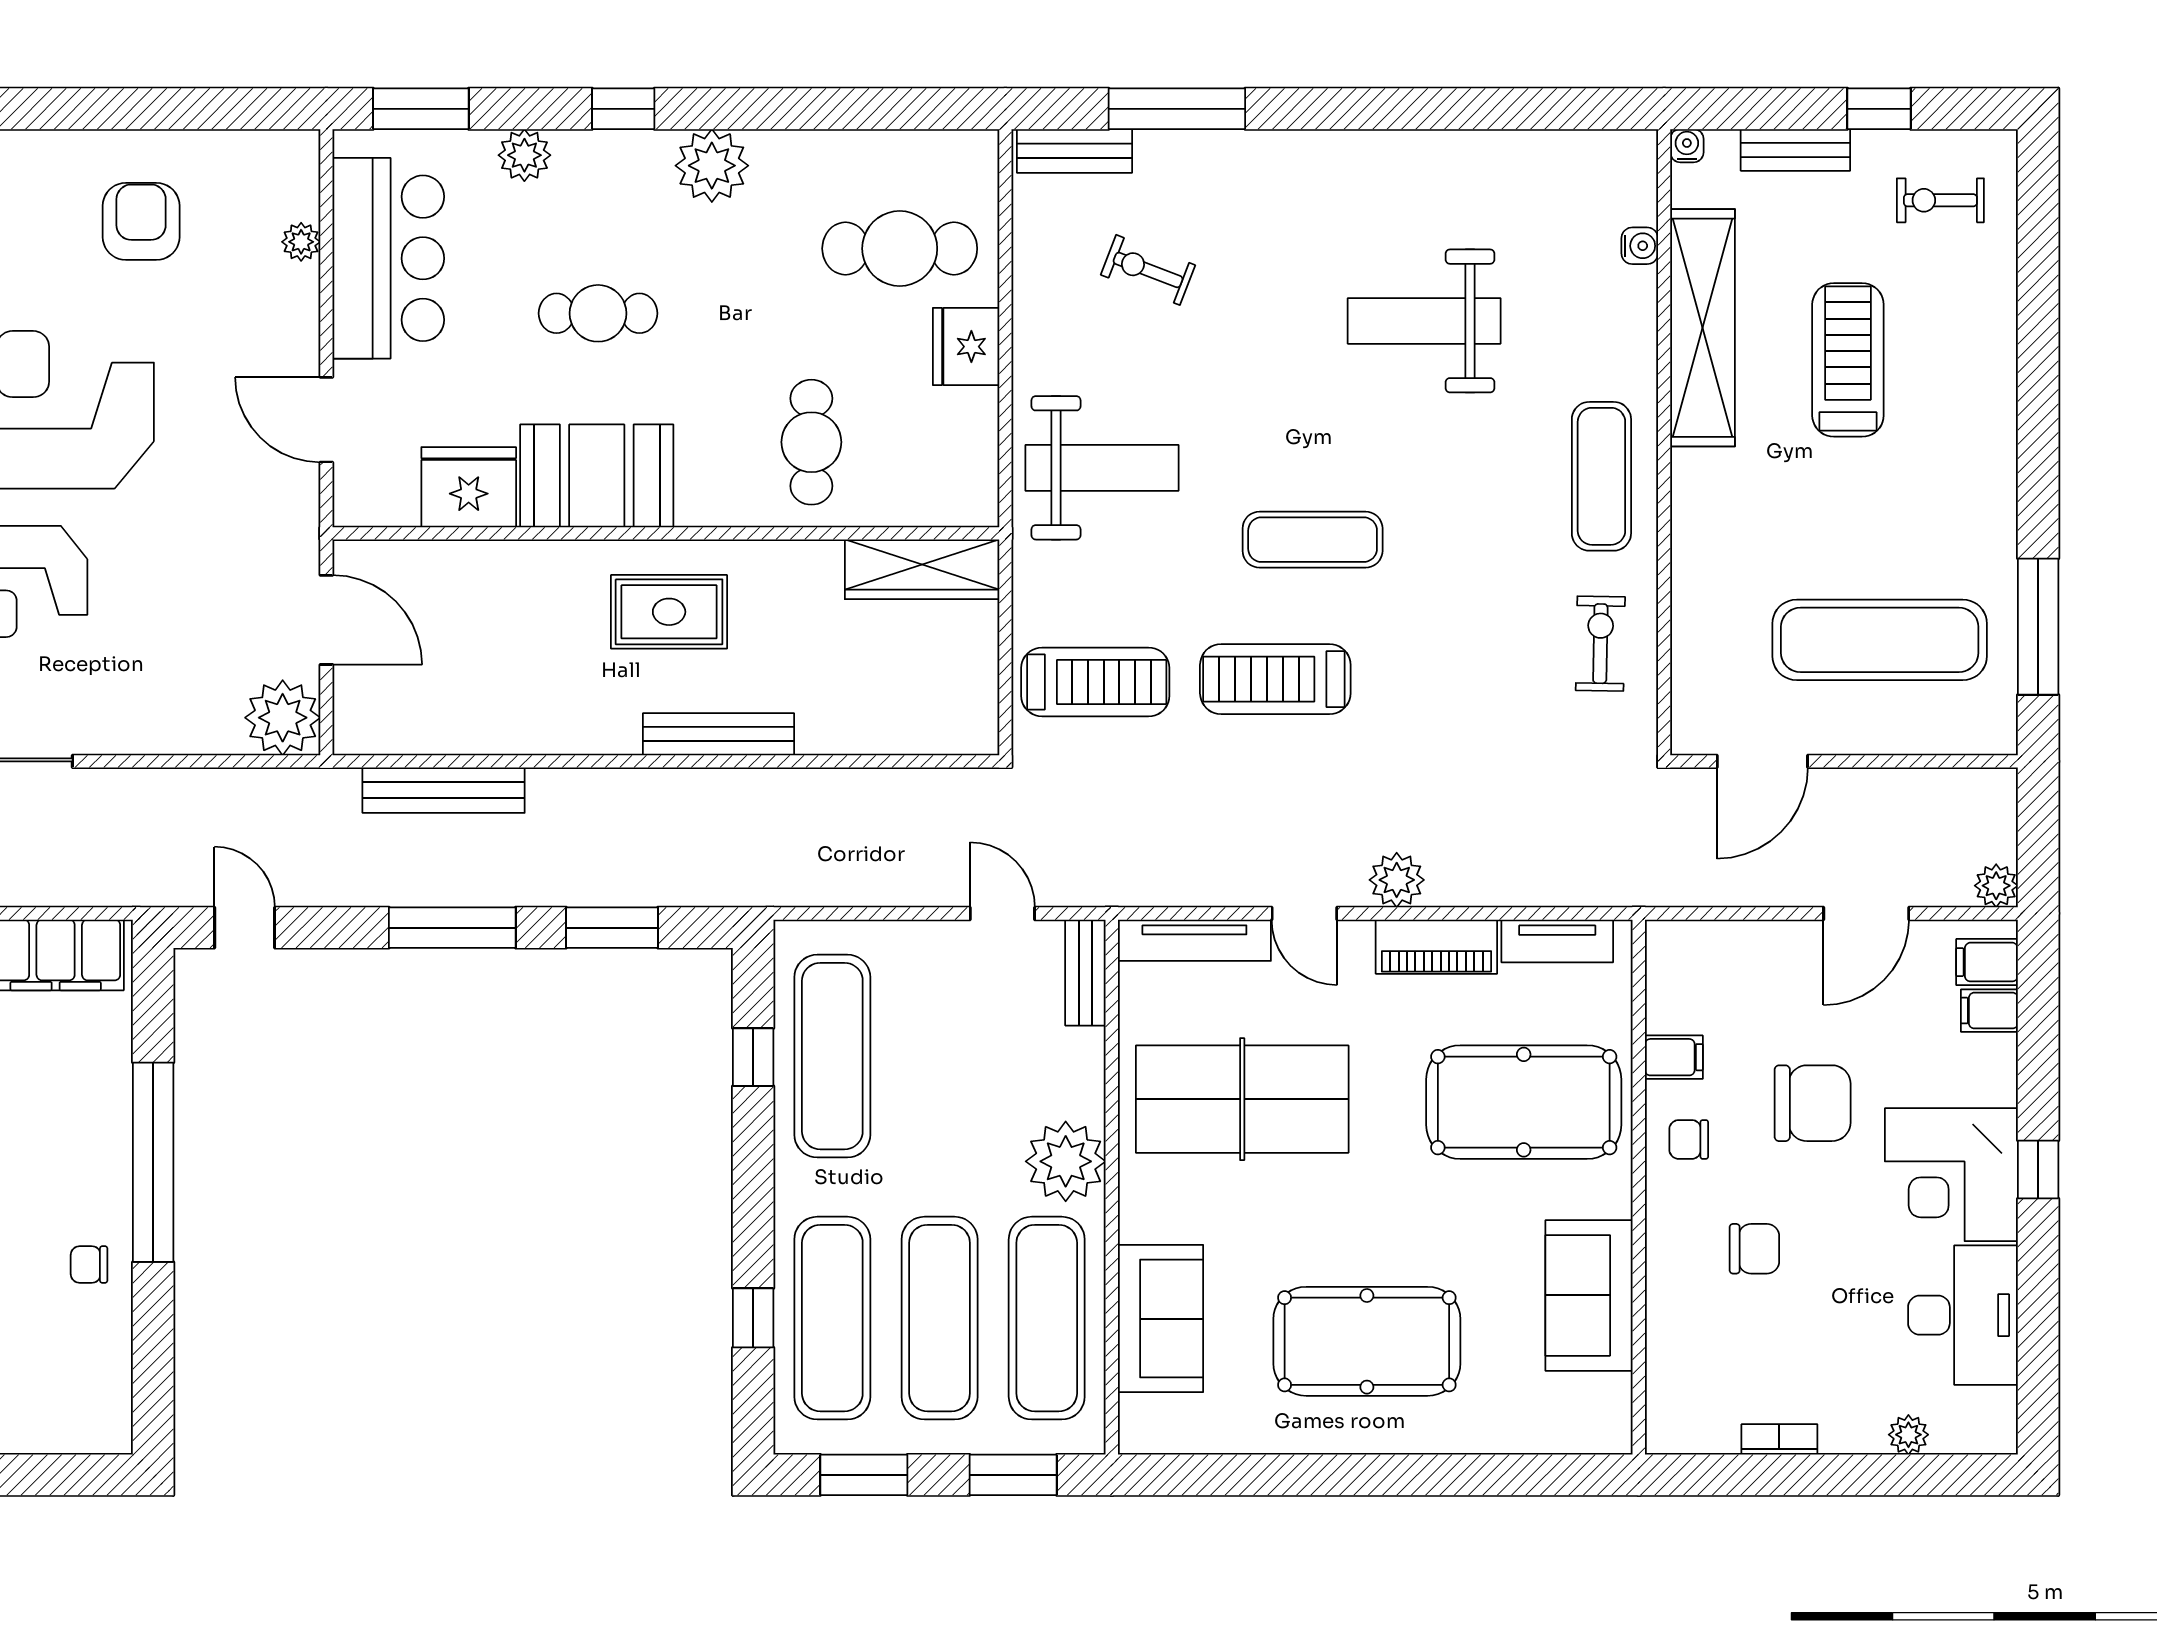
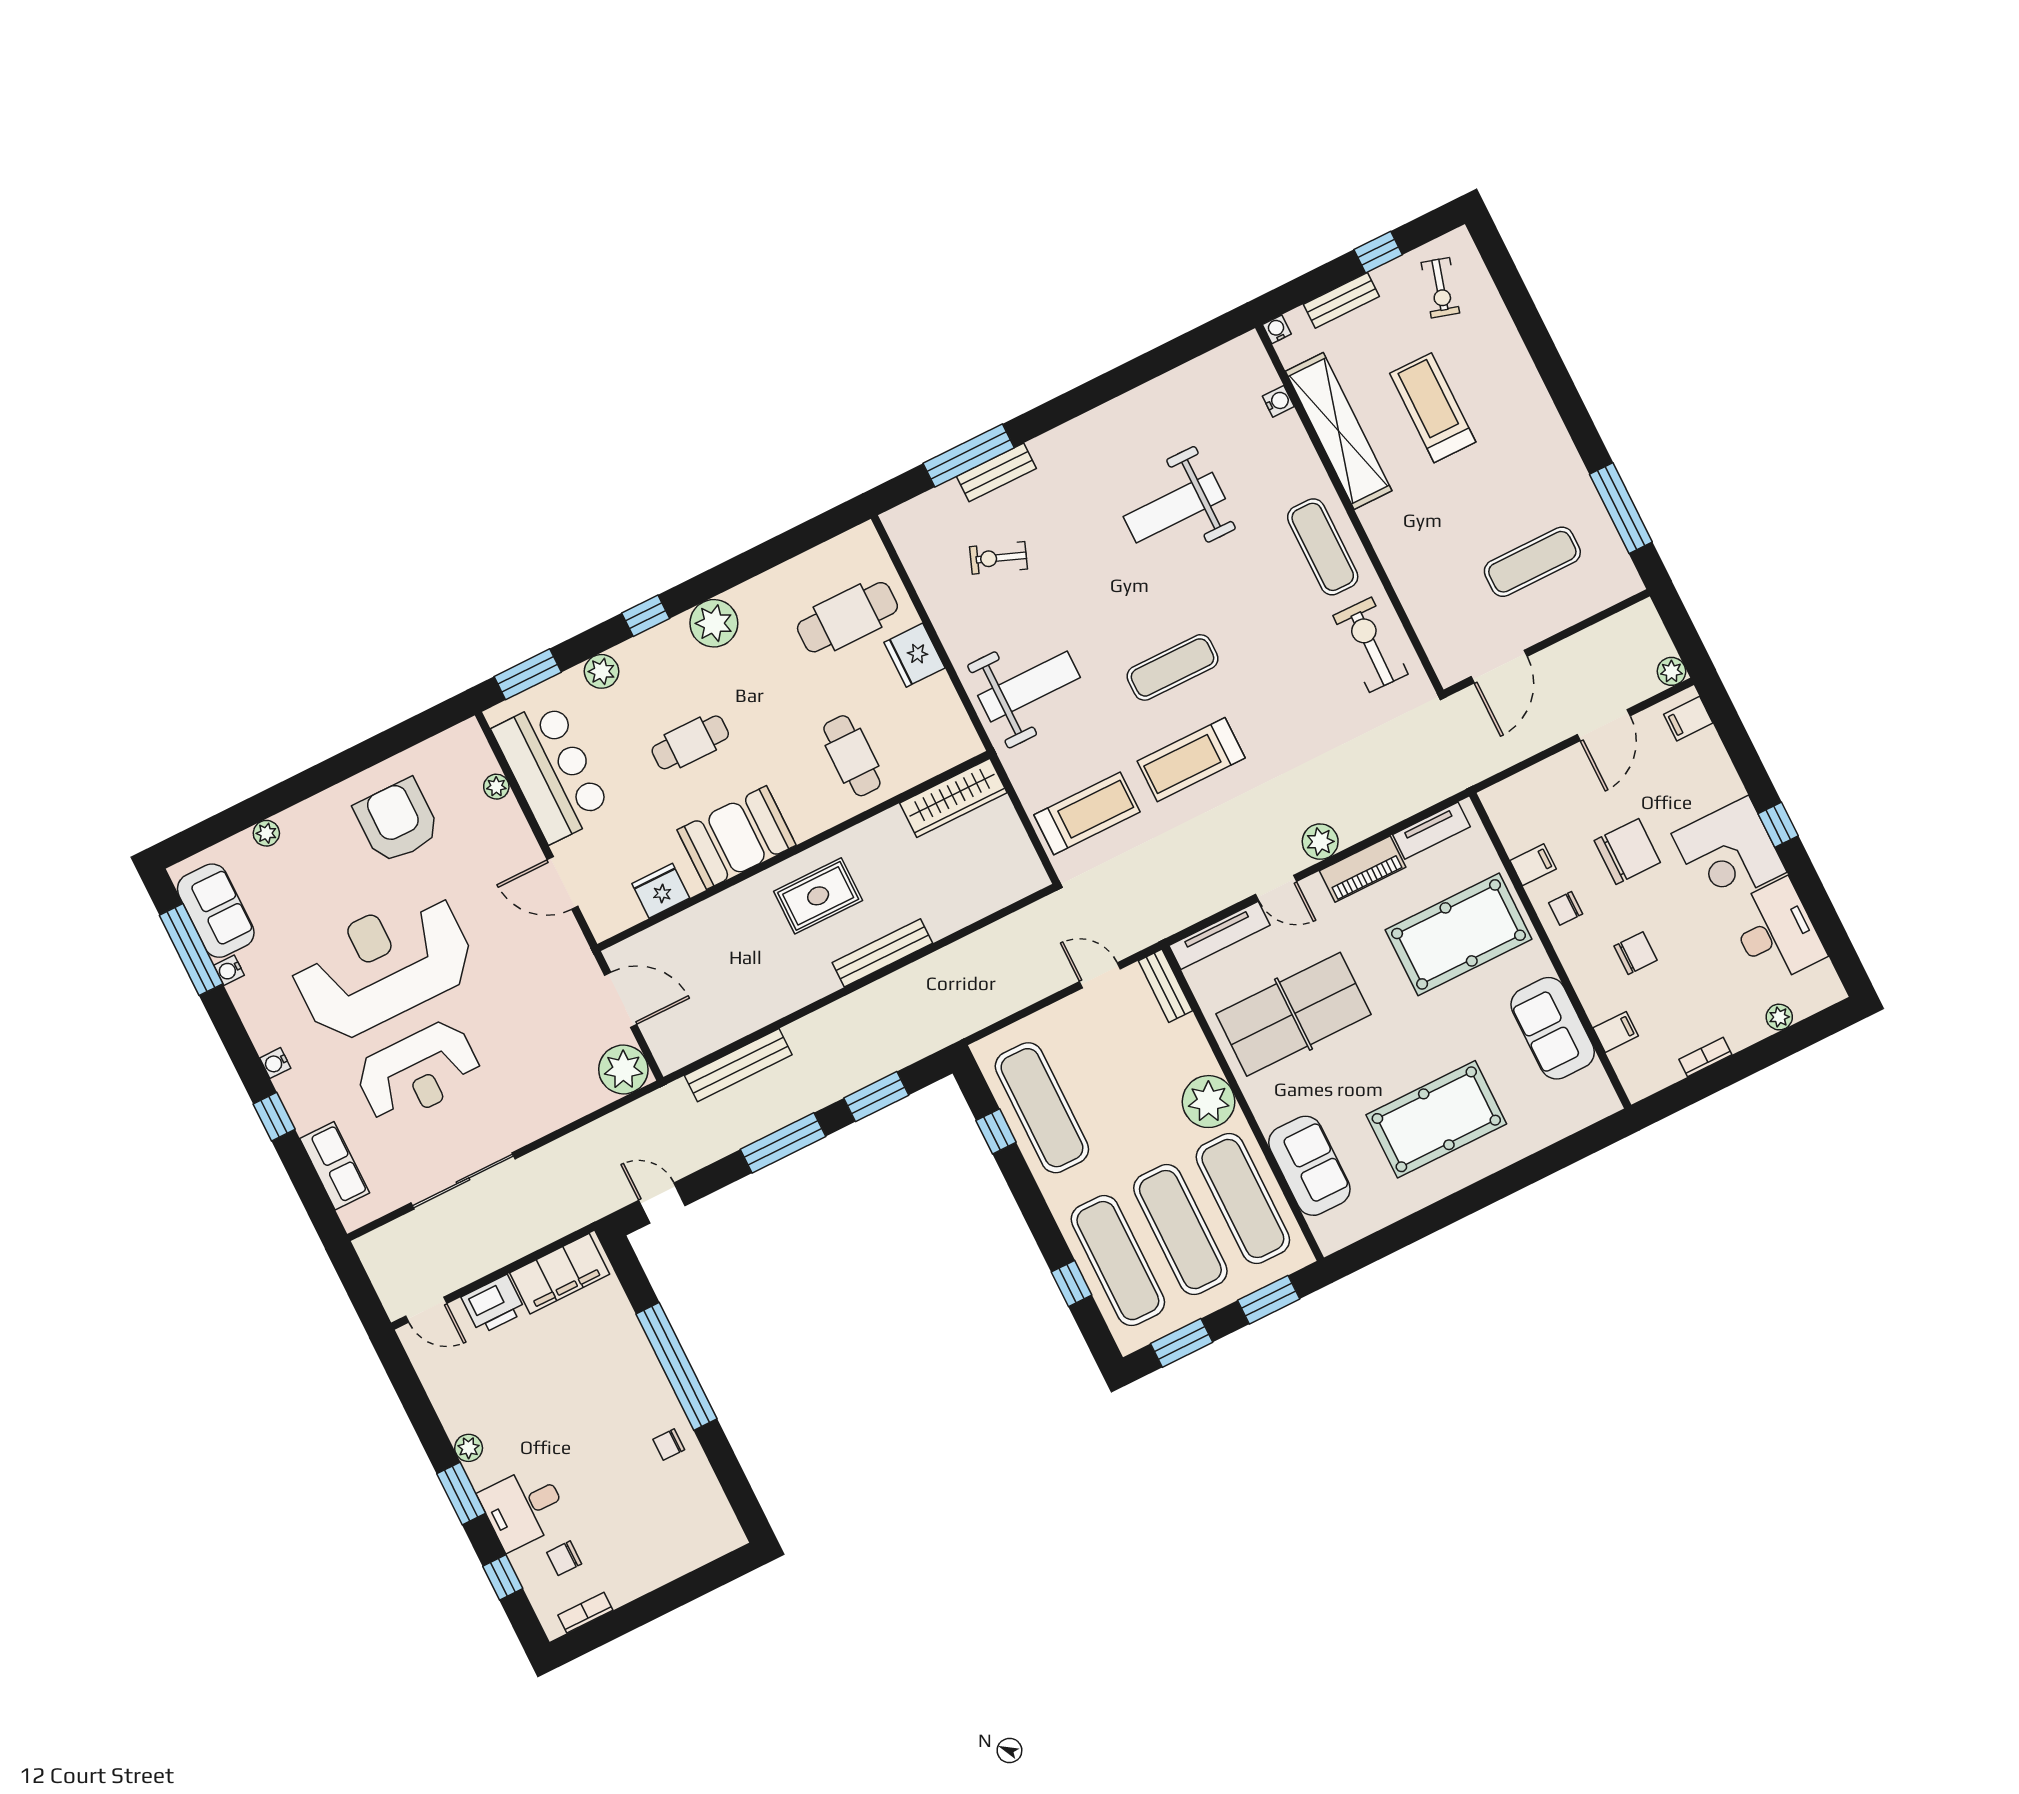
bench: (1074, 151) -> (996, 472), moved
exercise bike: (1940, 200) -> (1440, 288), turned -74
armchair: (141, 221) -> (397, 821), width x1.36, depth x1.36
fridge: (469, 487) -> (661, 891), width x0.73, depth x0.75
exercise mat: (1880, 640) -> (1532, 562), width x0.73, depth x0.69
exercise bike: (1600, 644) -> (1370, 645), width x1.38, depth x1.39
filing cabinet: (1989, 1011) -> (1616, 1032), moved, turned 180

